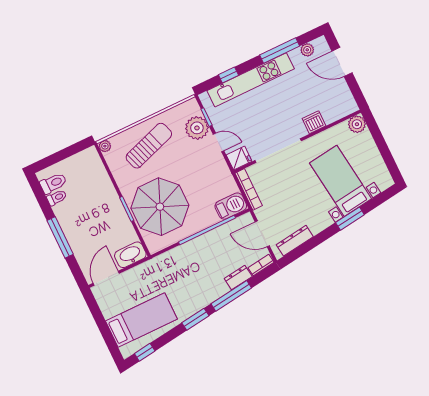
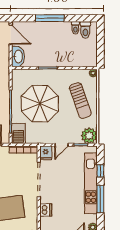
window: (280, 51) -> (100, 199), moved
plant: (197, 128) -> (89, 136), moved
parasol: (160, 207) -> (40, 104), moved

